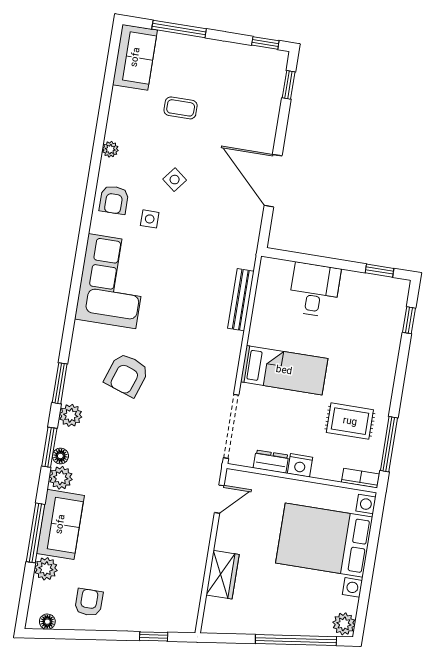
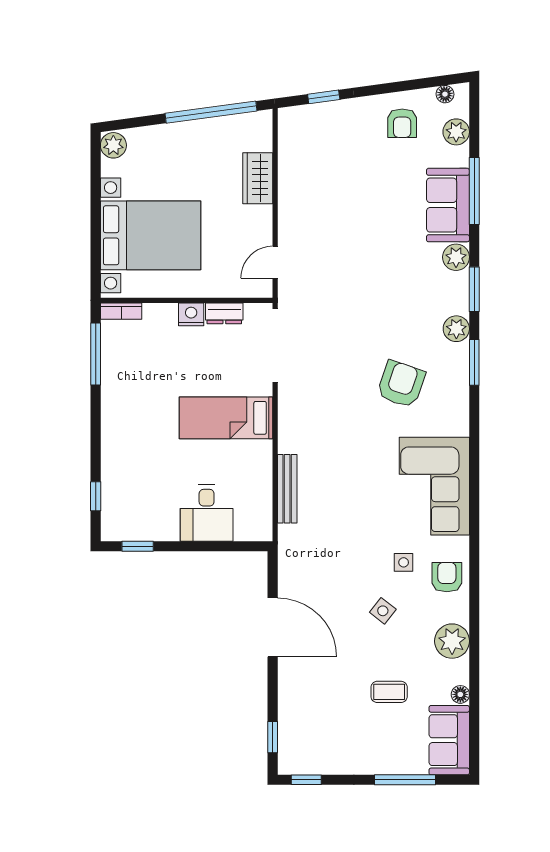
plant: (110, 149) -> (452, 641), width x1.88, depth x1.88
rug: (350, 421) -> (143, 373), removed
floor lamp: (60, 456) -> (460, 694), moved
plant: (46, 569) -> (456, 132), moved
window: (296, 640) -> (211, 112), moved

